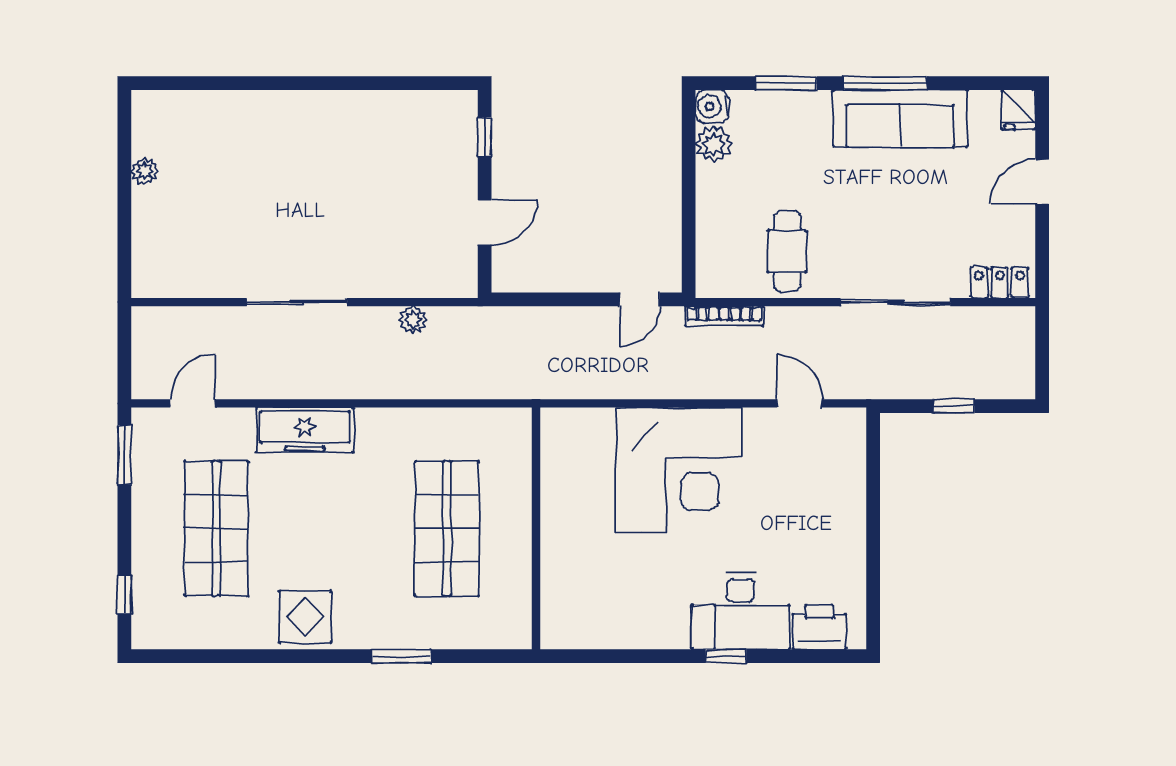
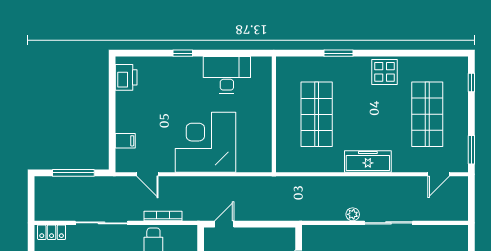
bookcase: (724, 316) -> (163, 216), moved
plant: (413, 320) -> (353, 214), moved
window: (954, 406) -> (73, 173), width x2.17
freezer: (305, 430) -> (368, 161), moved
filing cabinet: (846, 473) -> (125, 141), added
desk: (741, 611) -> (227, 75), moved
printer: (819, 627) -> (126, 77), moved, turned -90

